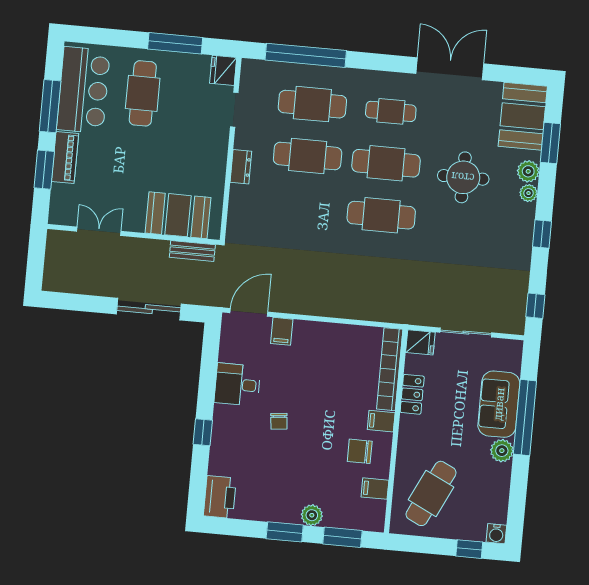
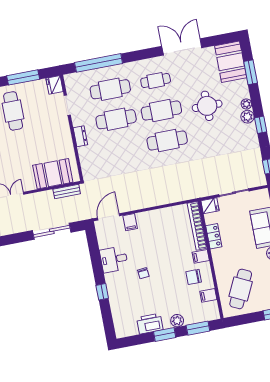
plant: (528, 171) -> (247, 117), moved
printer: (220, 497) -> (150, 324), moved, turned -90

